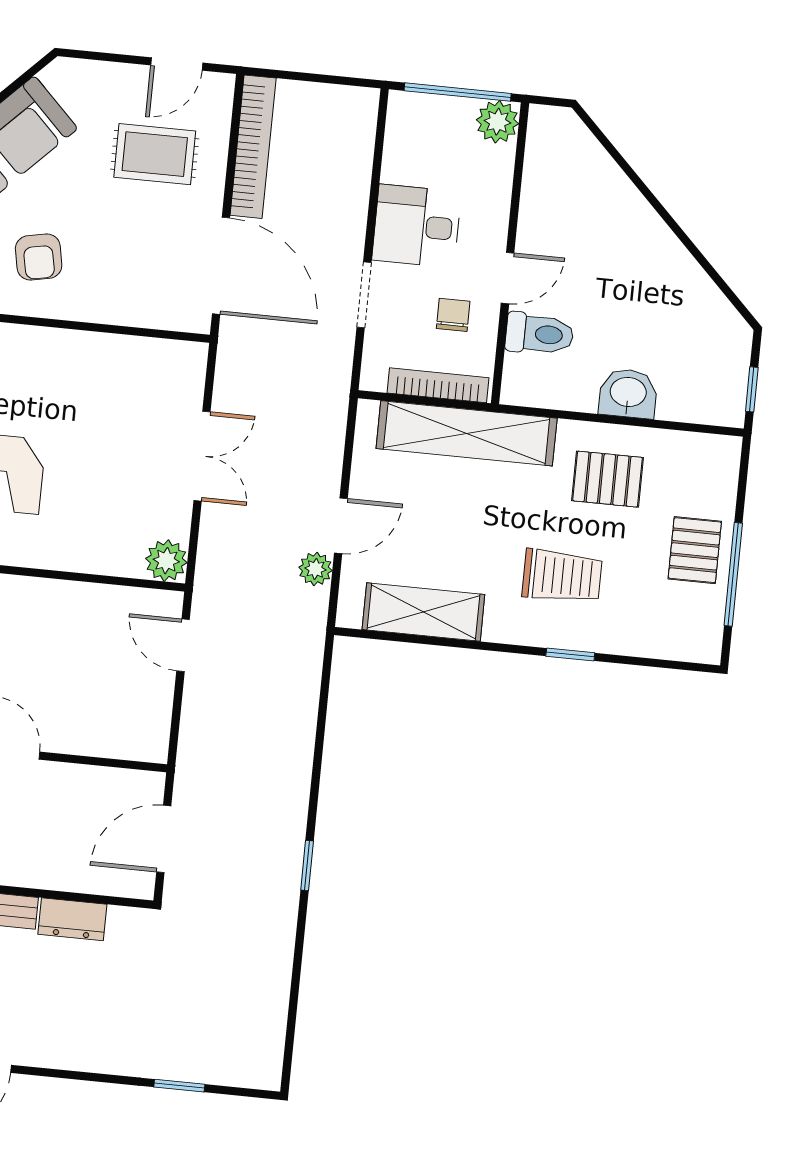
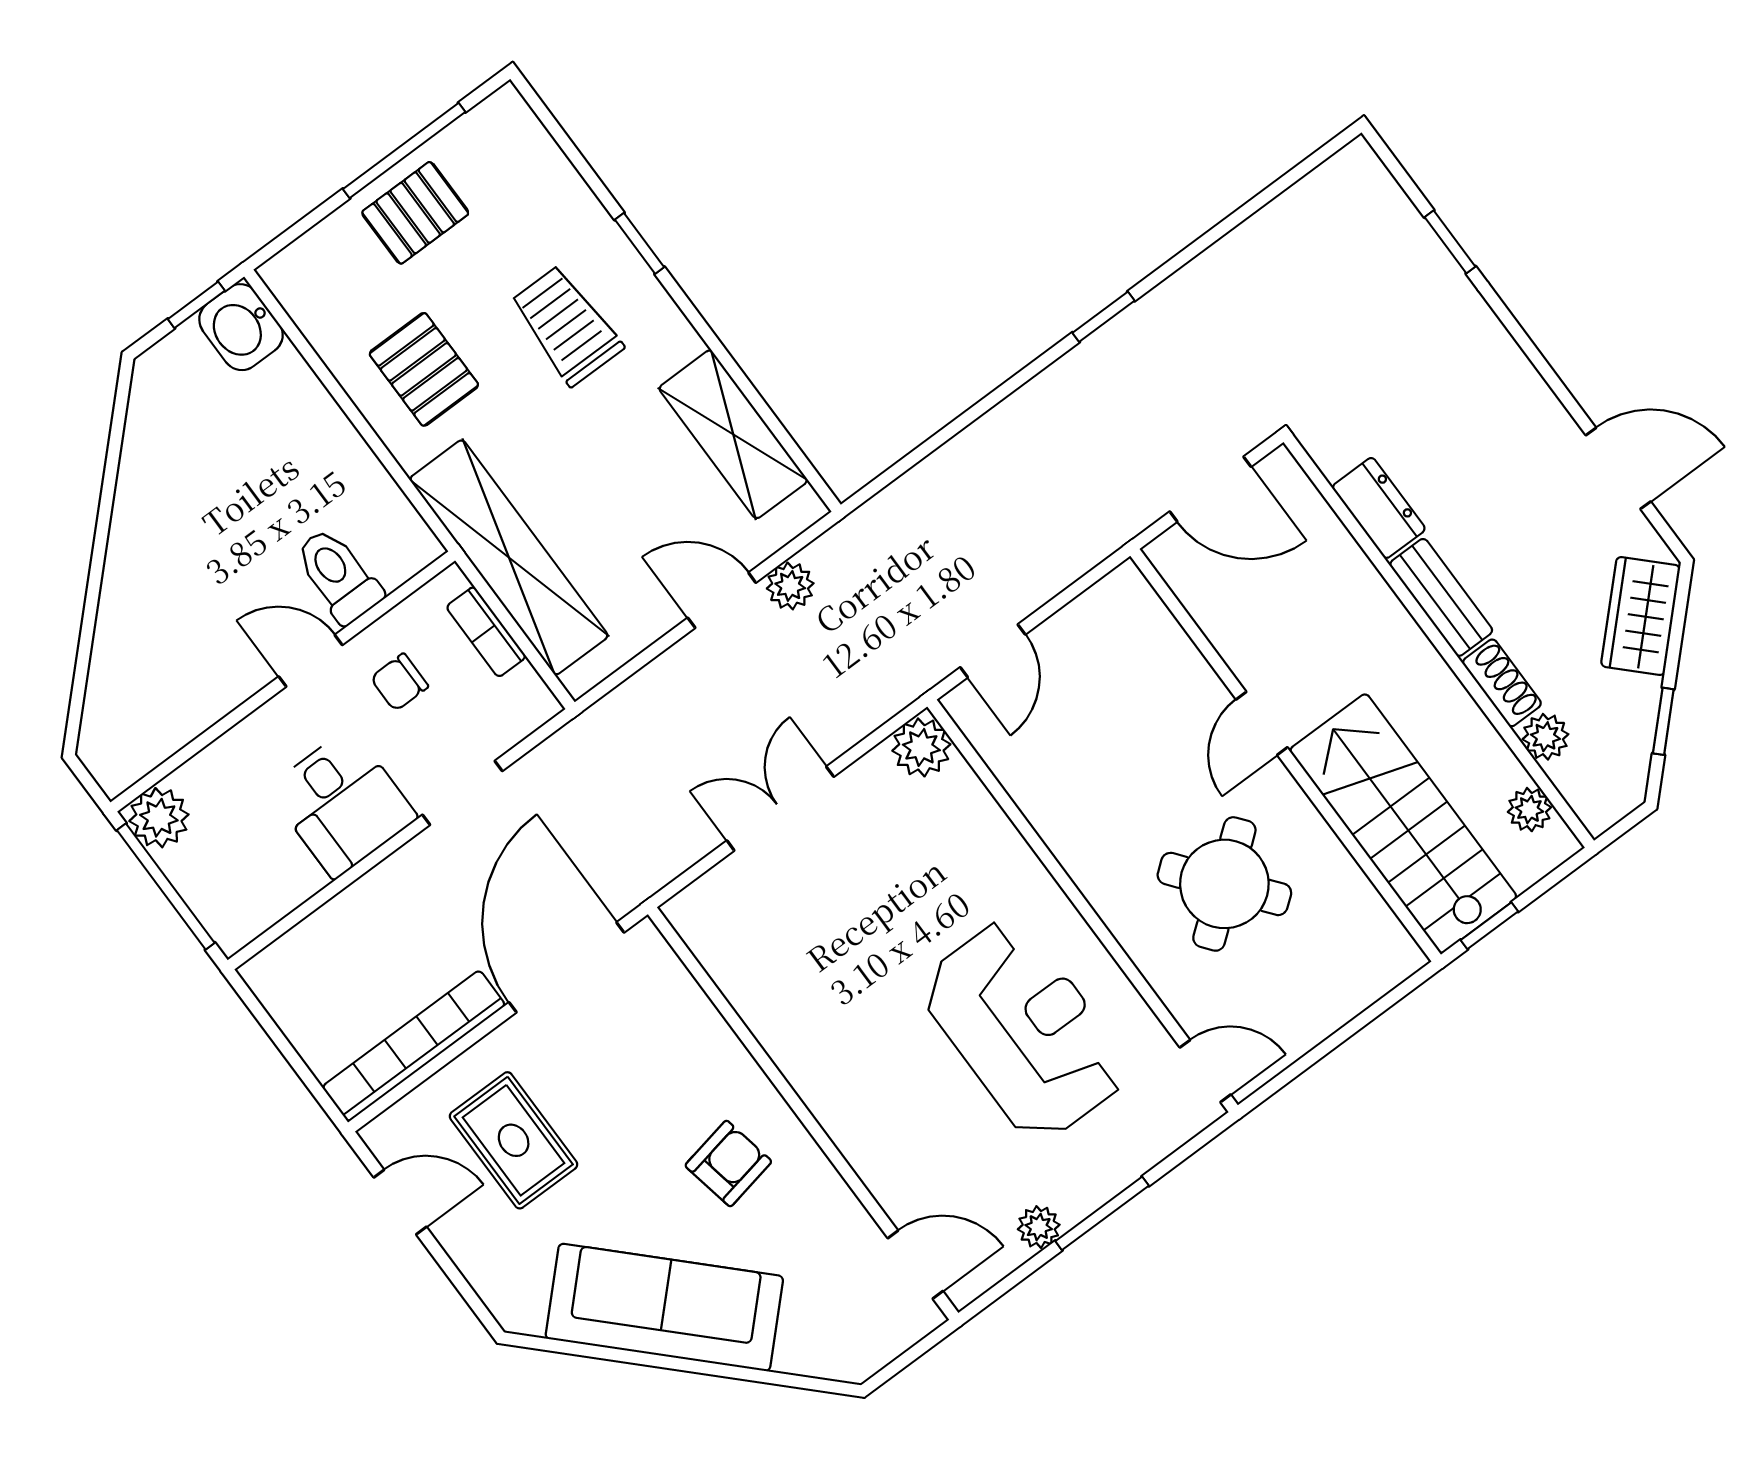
bookcase: (438, 385) -> (486, 632), width x0.64
washbasin: (628, 393) -> (241, 327), moved

